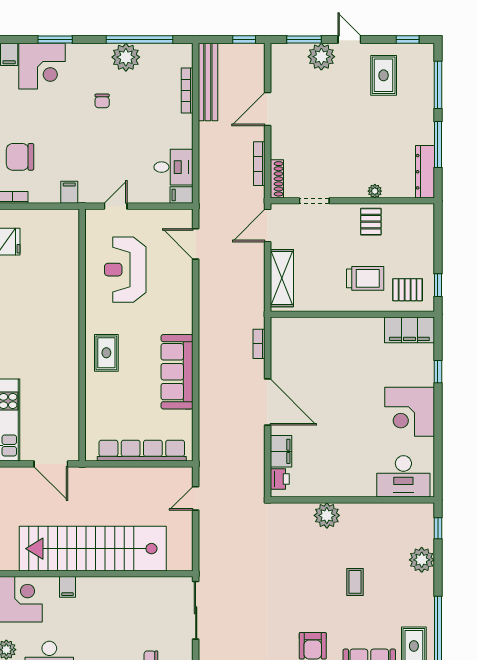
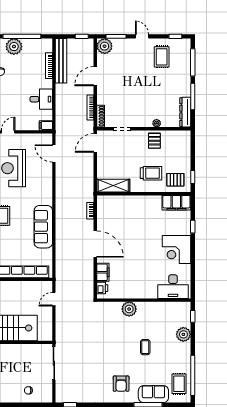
plant: (321, 57) -> (105, 46), moved
desk: (174, 167) -> (41, 99), moved
shelving: (282, 278) -> (113, 186), moved, turned 90

